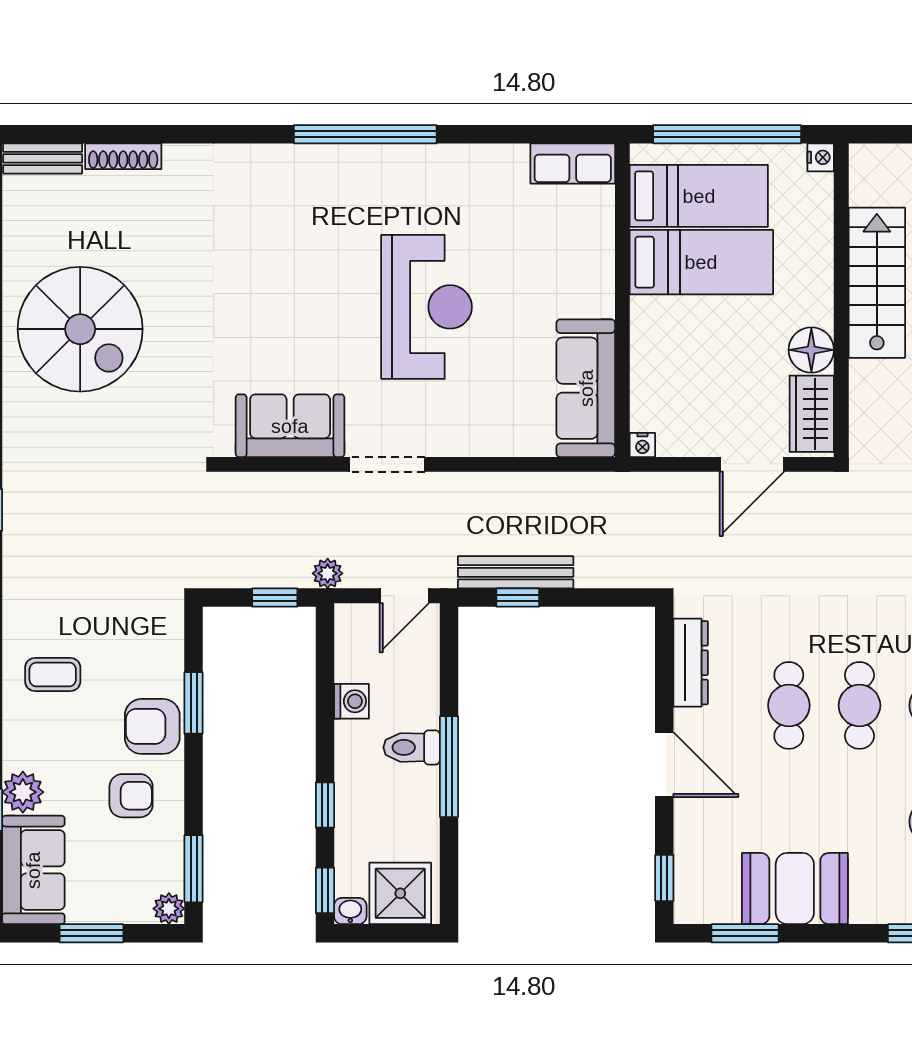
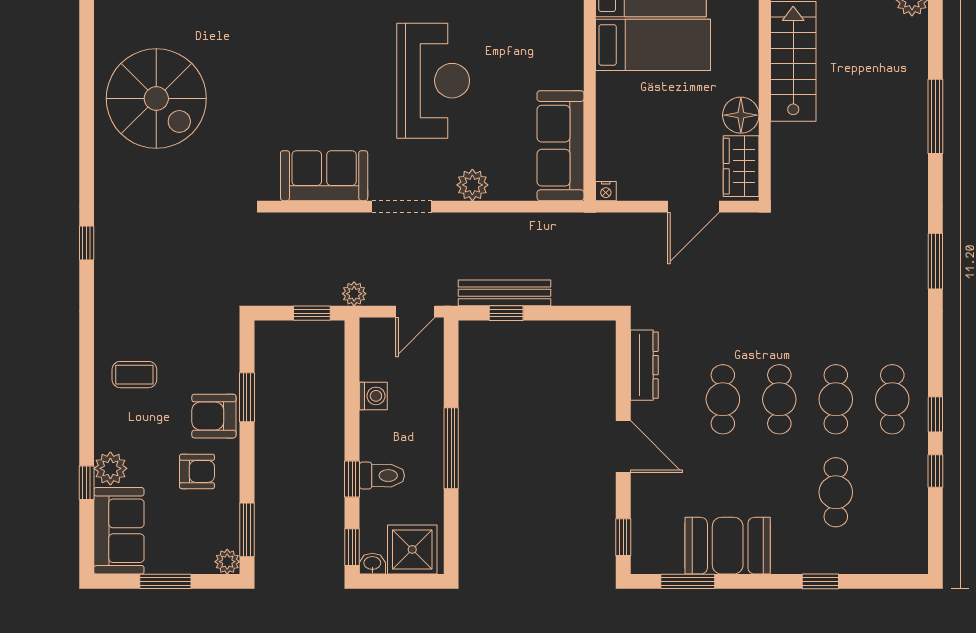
plant: (476, 437) -> (472, 185), added
toilet: (412, 747) -> (382, 476), moved, turned 180

